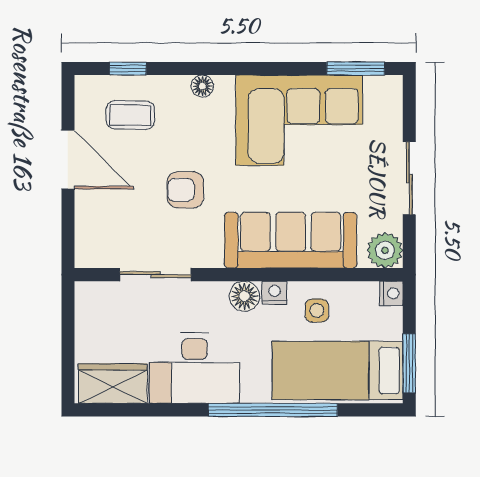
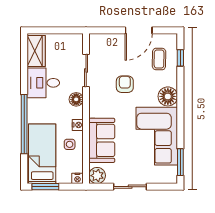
floor lamp: (202, 86) -> (168, 96), width x1.89, depth x1.89
sofa: (291, 240) -> (102, 140), width x0.73
floor lamp: (244, 296) -> (76, 99), moved
desk: (195, 368) -> (43, 83), width x0.73

